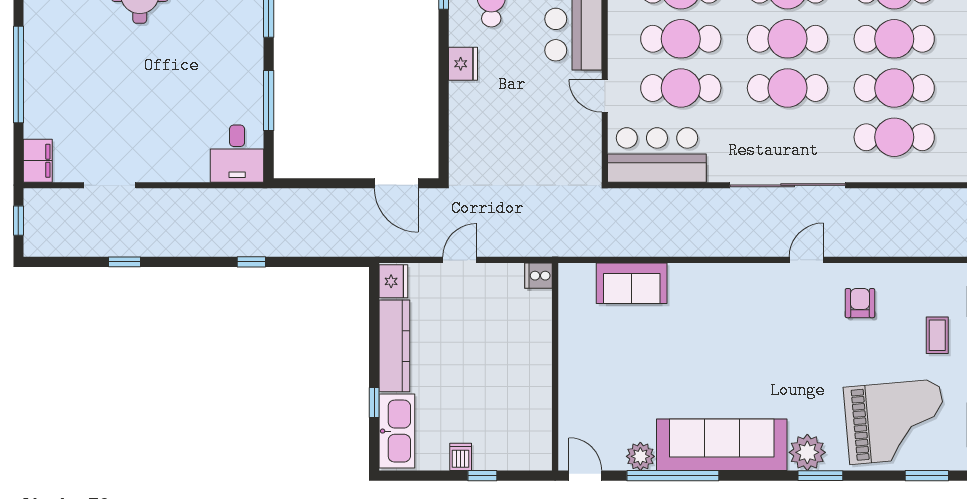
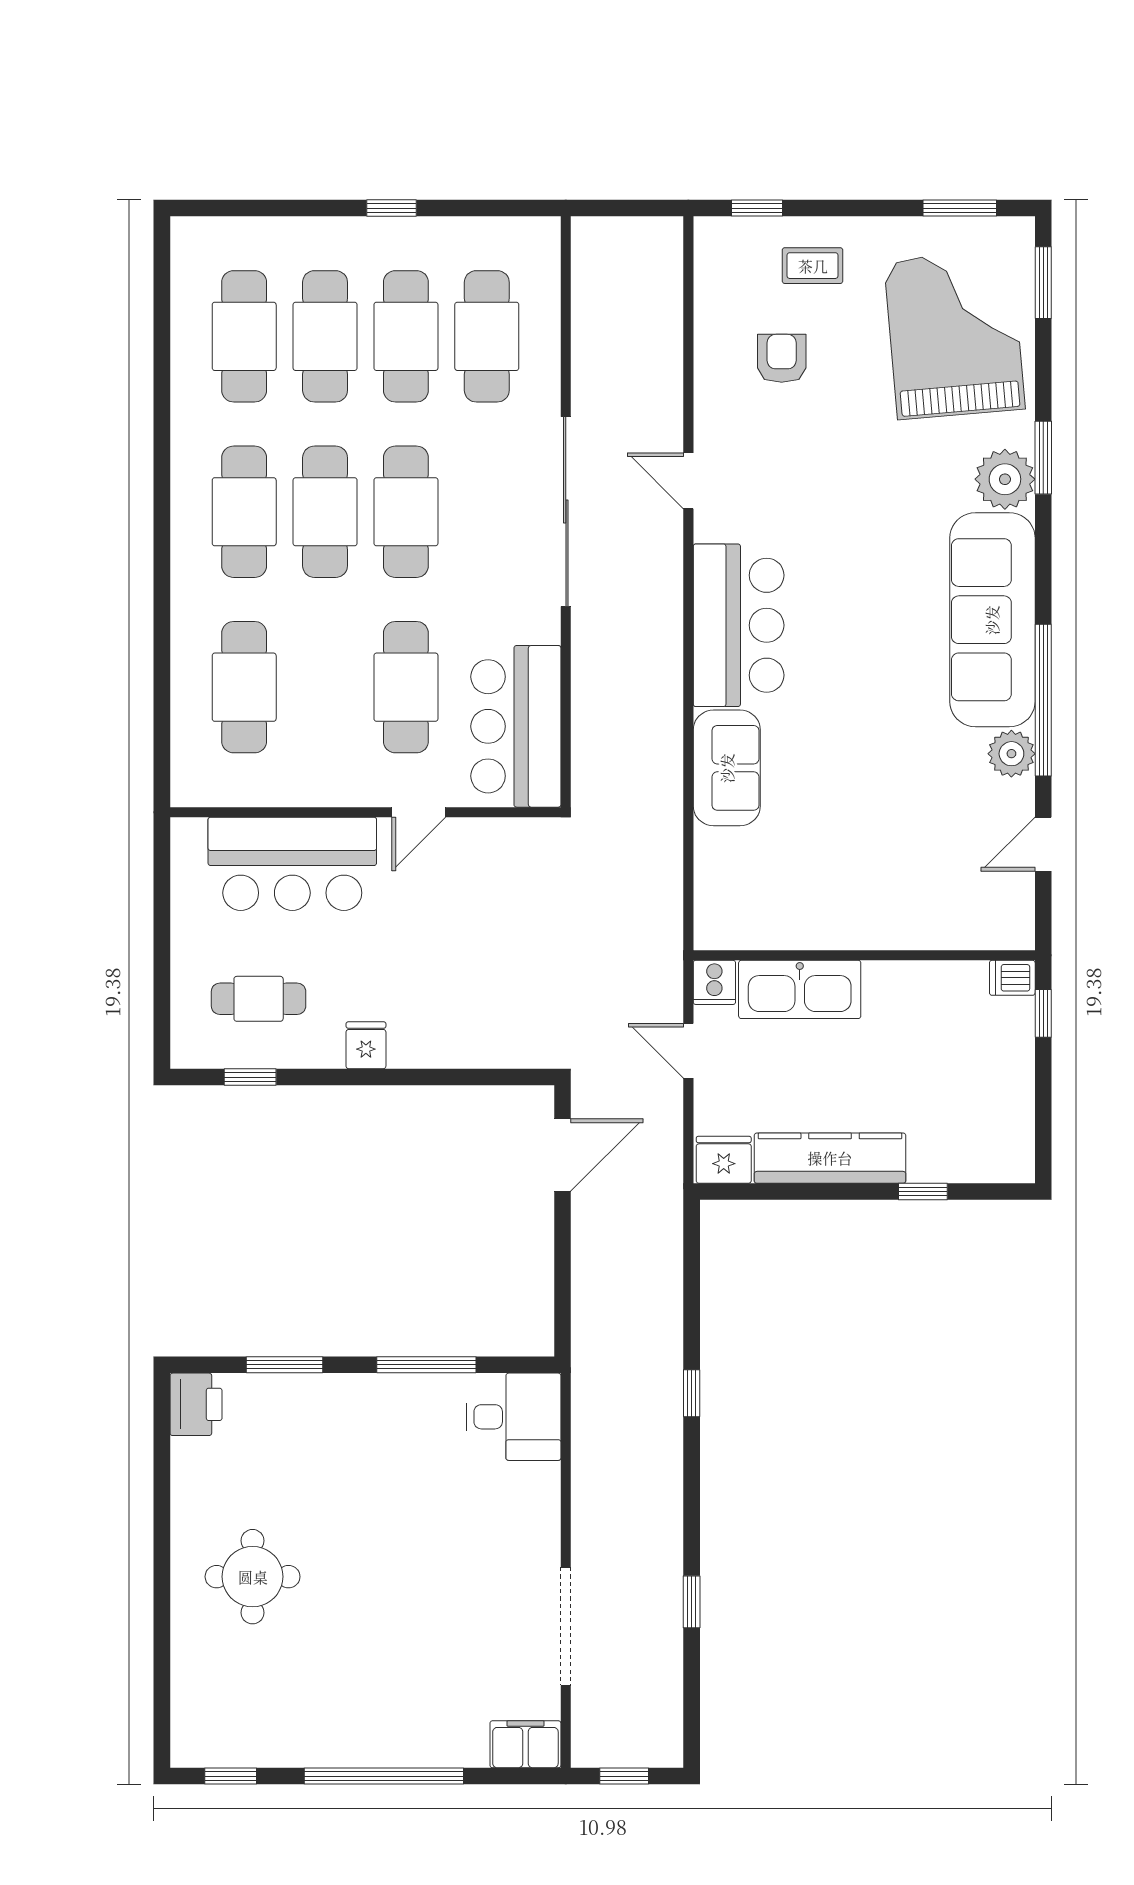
cafe table: (681, 39) -> (325, 687), removed
fridge: (463, 64) -> (366, 1045), width x0.72
doorway: (110, 185) -> (566, 1626), width x1.36
cooker: (539, 276) -> (714, 982), moved
bar counter: (718, 290) -> (739, 625), added
armchair: (860, 303) -> (782, 358), moved, turned 90
wall: (555, 367) -> (864, 955), moved
kitchen sink: (397, 431) -> (800, 989), moved, turned 180
dishwasher: (461, 457) -> (1012, 978), moved

